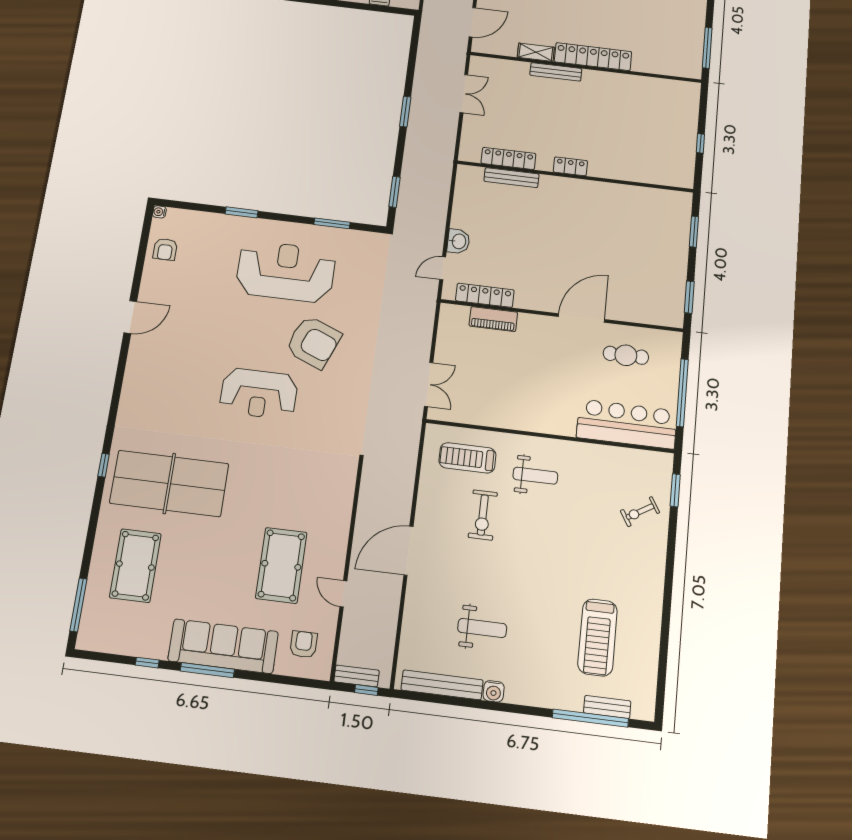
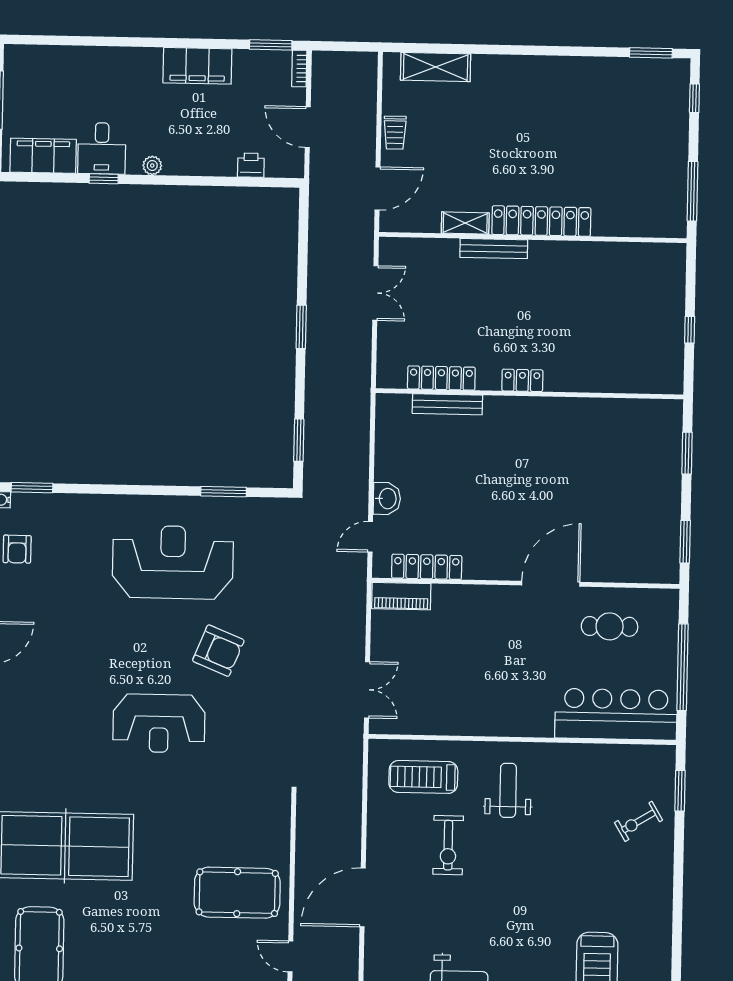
window: (242, 212) -> (32, 488), moved
piano: (493, 319) -> (401, 596), moved
armchair: (313, 342) -> (218, 651), width x0.73, depth x0.73
weight bench: (535, 476) -> (508, 790), turned -90
pool table: (281, 565) -> (237, 893), moved, turned 90

